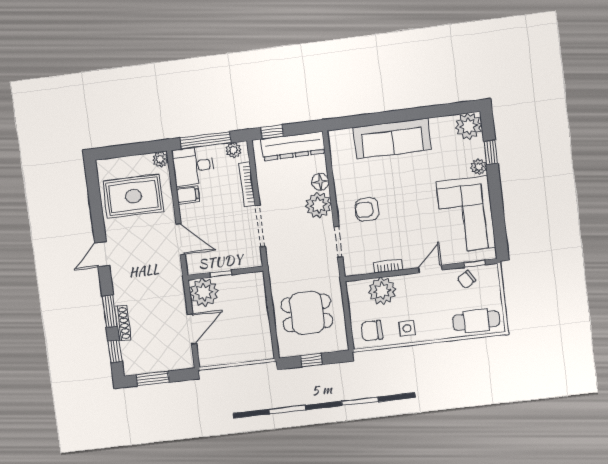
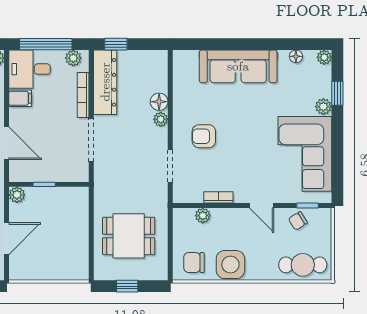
floor lamp: (447, 122) -> (296, 56), added
plant: (469, 126) -> (324, 57), width x0.53, depth x0.53
dresser: (293, 146) -> (105, 82), moved, turned -90
plant: (318, 205) -> (161, 119), width x0.53, depth x0.53
door: (430, 269) -> (262, 206), swing flipped
plant: (382, 291) -> (203, 216), width x0.53, depth x0.53
plant: (204, 292) -> (17, 195), width x0.53, depth x0.53
side table: (407, 328) -> (230, 265), width x1.87, depth x1.87

